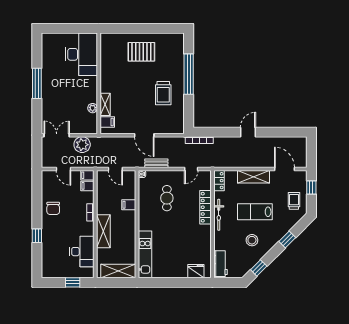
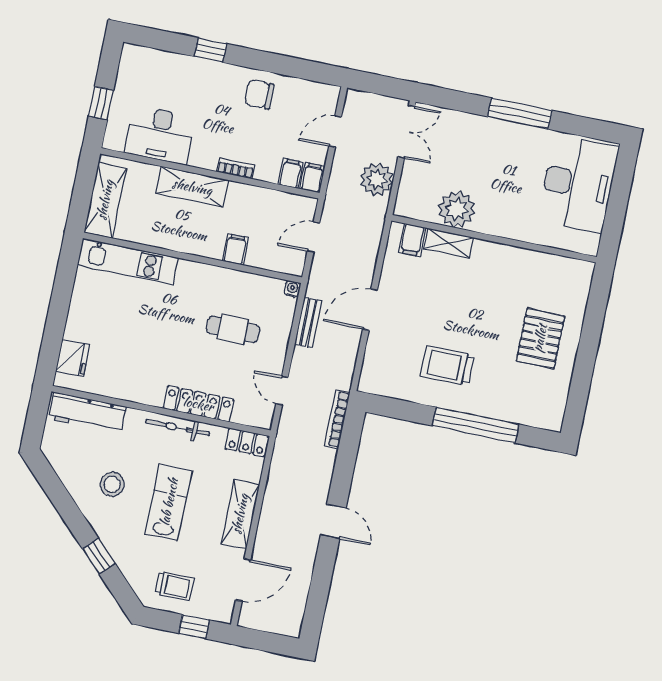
desk: (81, 54) -> (578, 184), moved, turned -90
plant: (93, 108) -> (457, 209), width x1.88, depth x1.88
workbench: (221, 264) -> (88, 413), width x1.38
window: (259, 268) -> (53, 486), removed

